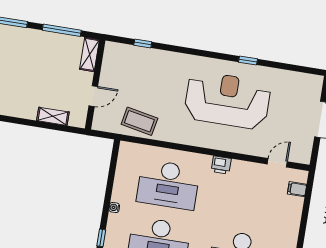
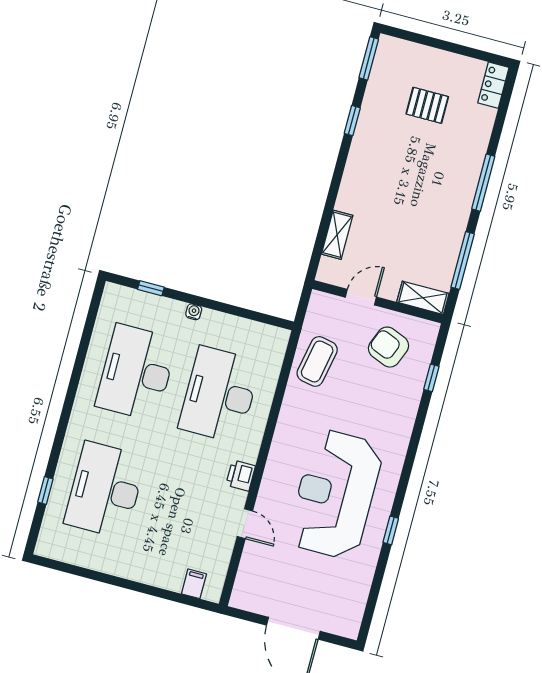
armchair: (125, 74) -> (388, 347), added
door: (93, 96) -> (361, 297), swing flipped
reception desk: (227, 100) -> (335, 494), turned 180
door: (277, 163) -> (245, 524), moved

